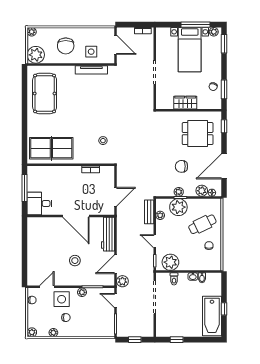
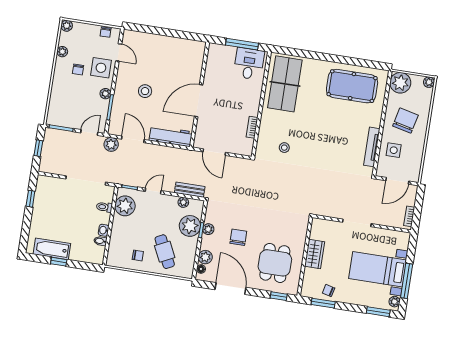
chair: (66, 46) -> (405, 121), turned 103
desk: (39, 203) -> (249, 64), moved
bathtub: (212, 316) -> (52, 249), width x0.73, depth x0.73

